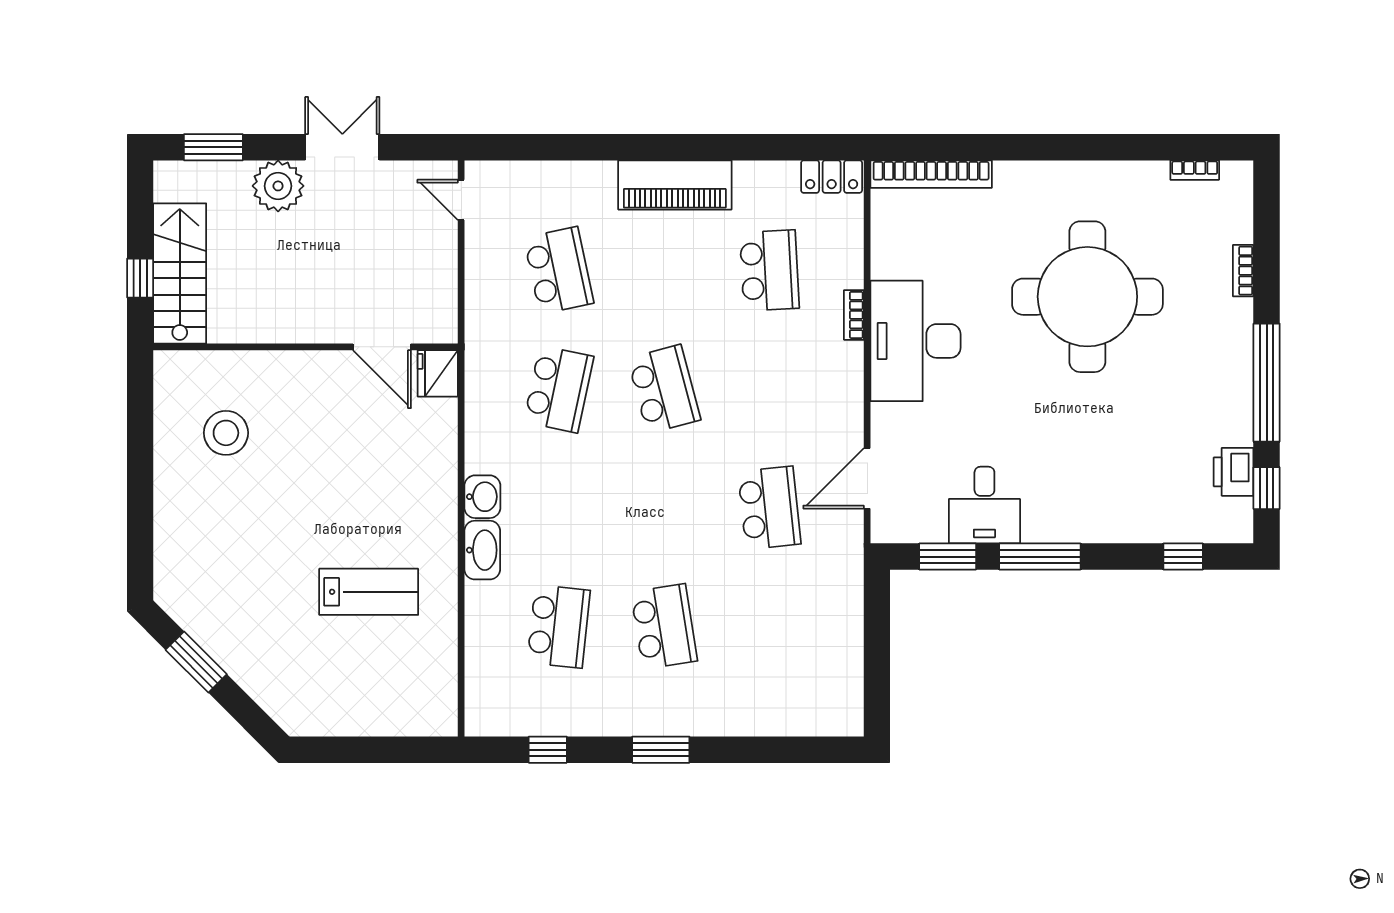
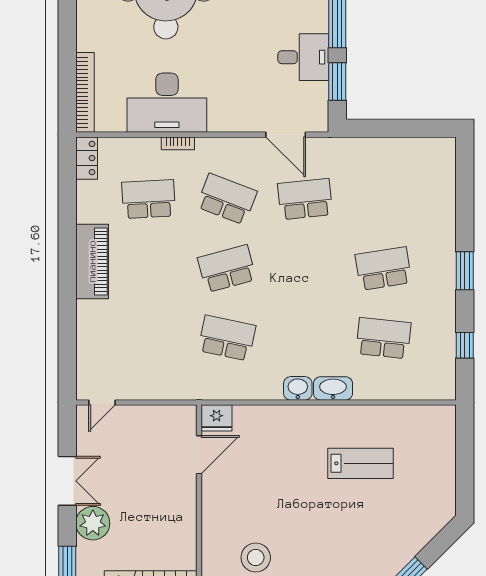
double door: (342, 147) -> (67, 481), swing flipped
school desk: (559, 270) -> (227, 199), moved, turned 33
desk: (915, 341) -> (167, 103), moved
lab bench: (369, 592) -> (361, 463), turned 90

